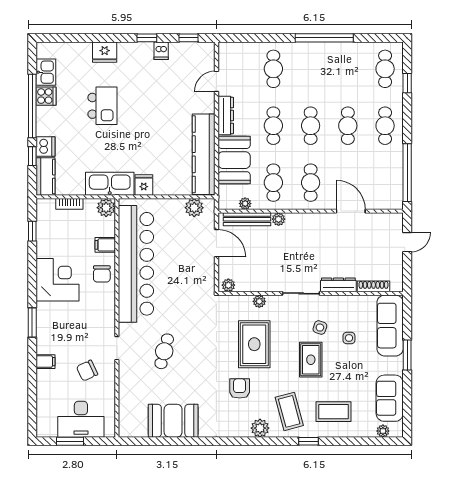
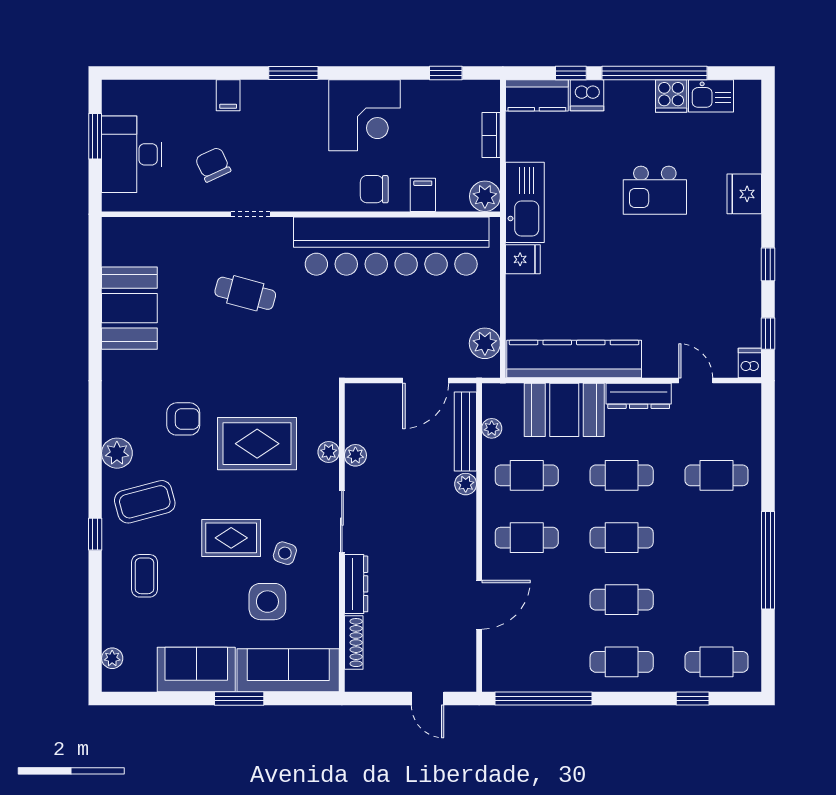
dishwasher: (161, 51) -> (750, 363), moved, turned 90
plant: (228, 285) -> (355, 455), moved
side table: (349, 338) -> (267, 602), width x1.87, depth x1.87
sofa: (390, 398) -> (196, 669), moved
coffee table: (334, 412) -> (144, 576), width x0.73, depth x0.77

